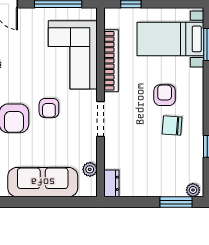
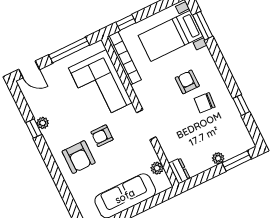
bookcase: (111, 61) -> (124, 58), moved
armchair: (49, 108) -> (102, 136), turned 90
plant: (193, 190) -> (218, 158), moved

